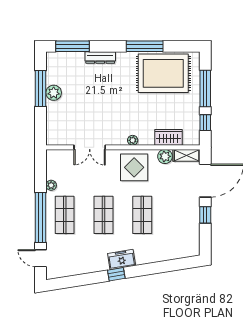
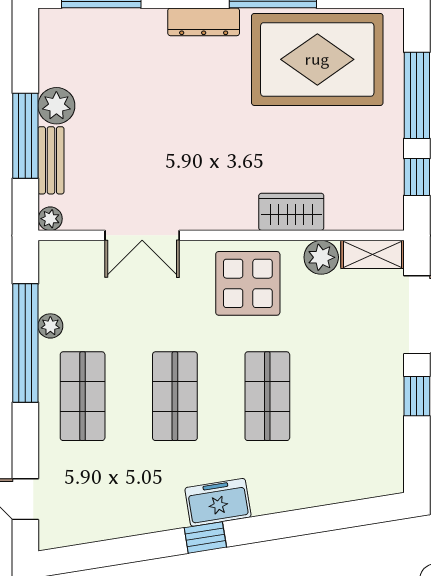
dresser: (100, 57) -> (204, 22), moved
window: (41, 89) -> (25, 136), moved
bench: (51, 116) -> (51, 160), added
wardrobe: (168, 137) -> (291, 212), moved
plant: (133, 140) -> (50, 219), moved
window: (41, 218) -> (25, 343), moved

